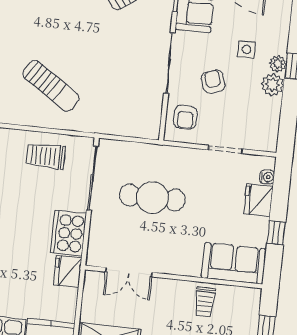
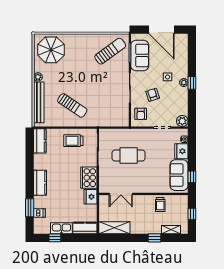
plant: (273, 85) -> (182, 121), moved
window: (276, 233) -> (192, 177), moved
sofa: (234, 263) -> (179, 175), moved, turned -90

